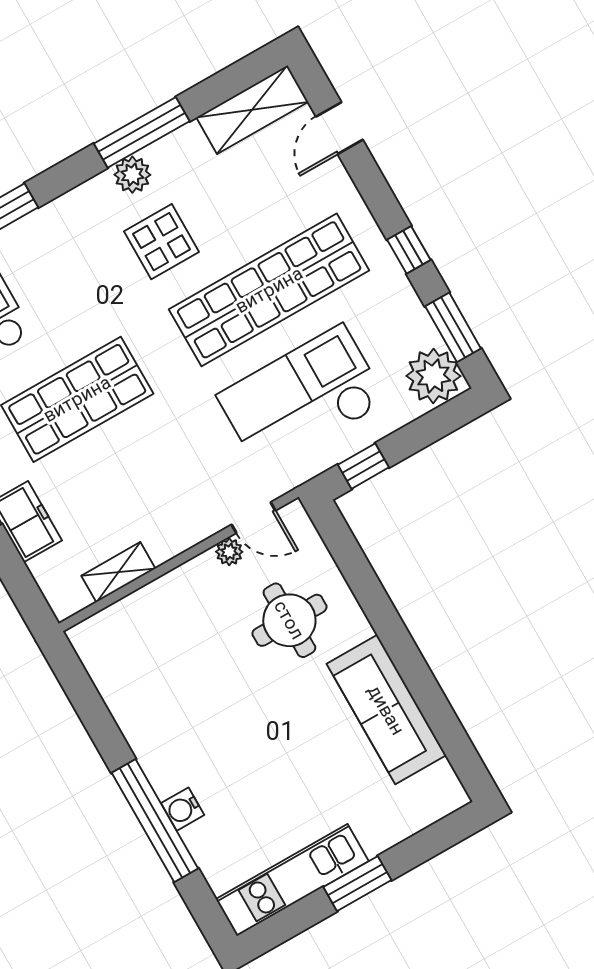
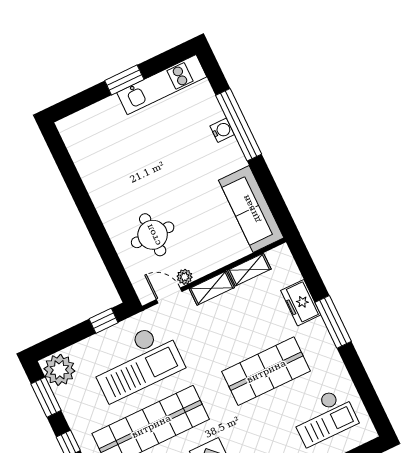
shelving: (181, 536) -> (212, 288), added
sofa: (386, 710) -> (251, 209), moved, turned 180

